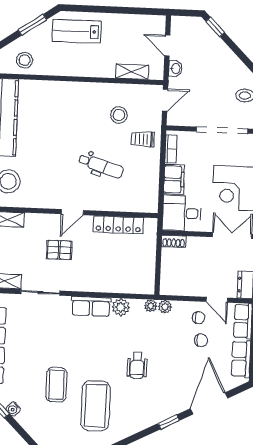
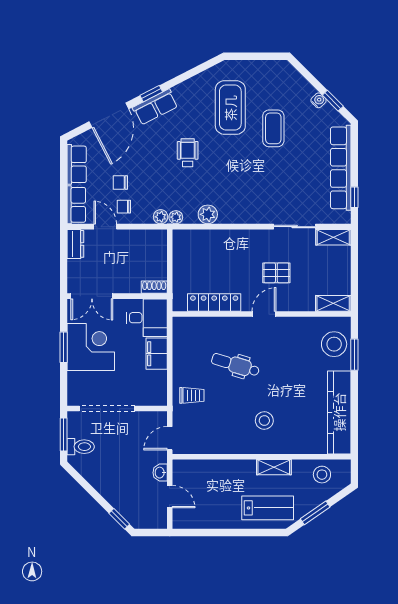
shelving: (132, 72) -> (274, 467), moved
stool: (119, 115) -> (264, 421), moved
bookcase: (171, 149) -> (161, 386), removed
row of seats: (91, 306) -> (155, 107), moved, turned 153

